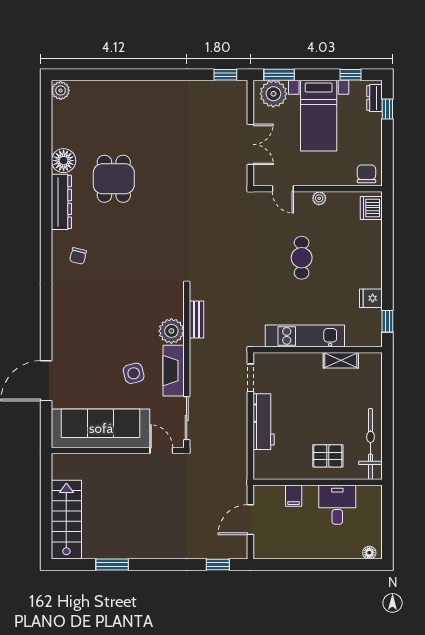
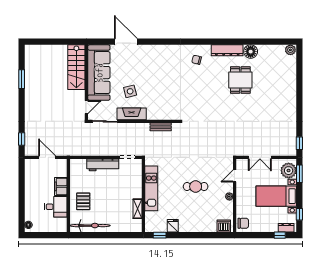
dining table: (114, 179) -> (240, 80), turned 90
plant: (171, 331) -> (154, 113), removed
filing cabinet: (294, 496) -> (61, 186), width x2.00
stairs: (66, 520) -> (76, 67), moved, turned 90

